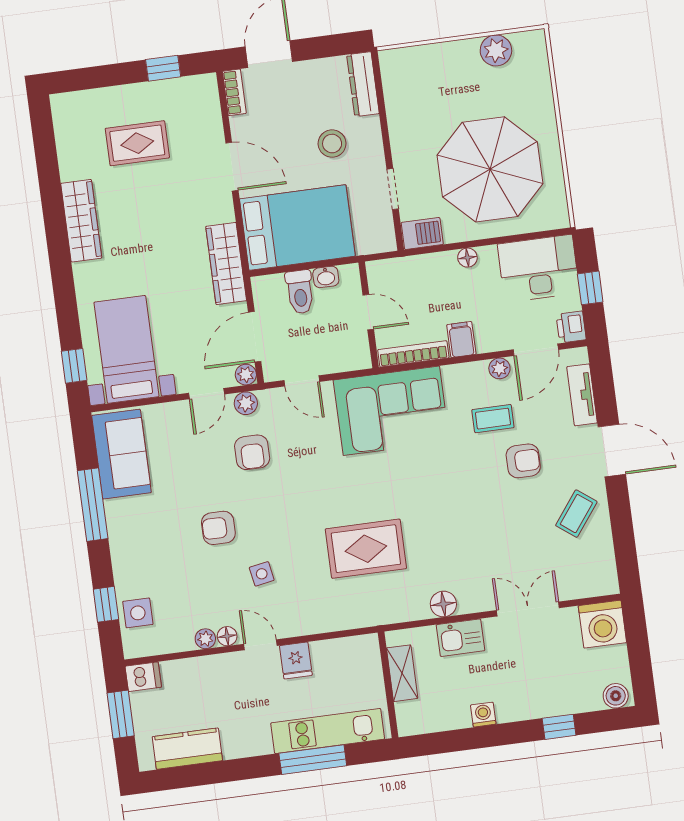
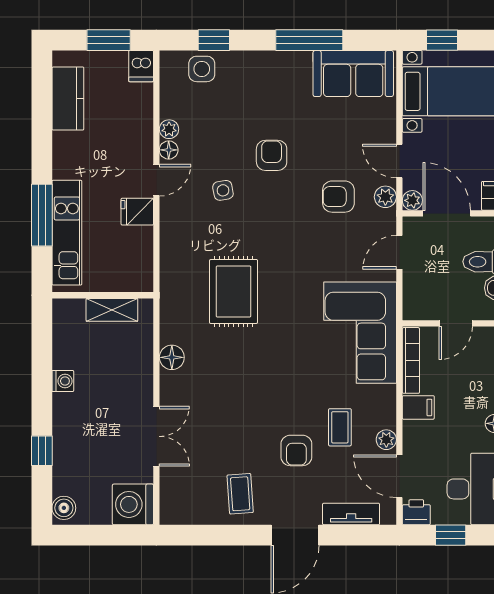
coffee table: (576, 514) -> (240, 494), turned 49
kitchen sink: (460, 638) -> (138, 369), removed

